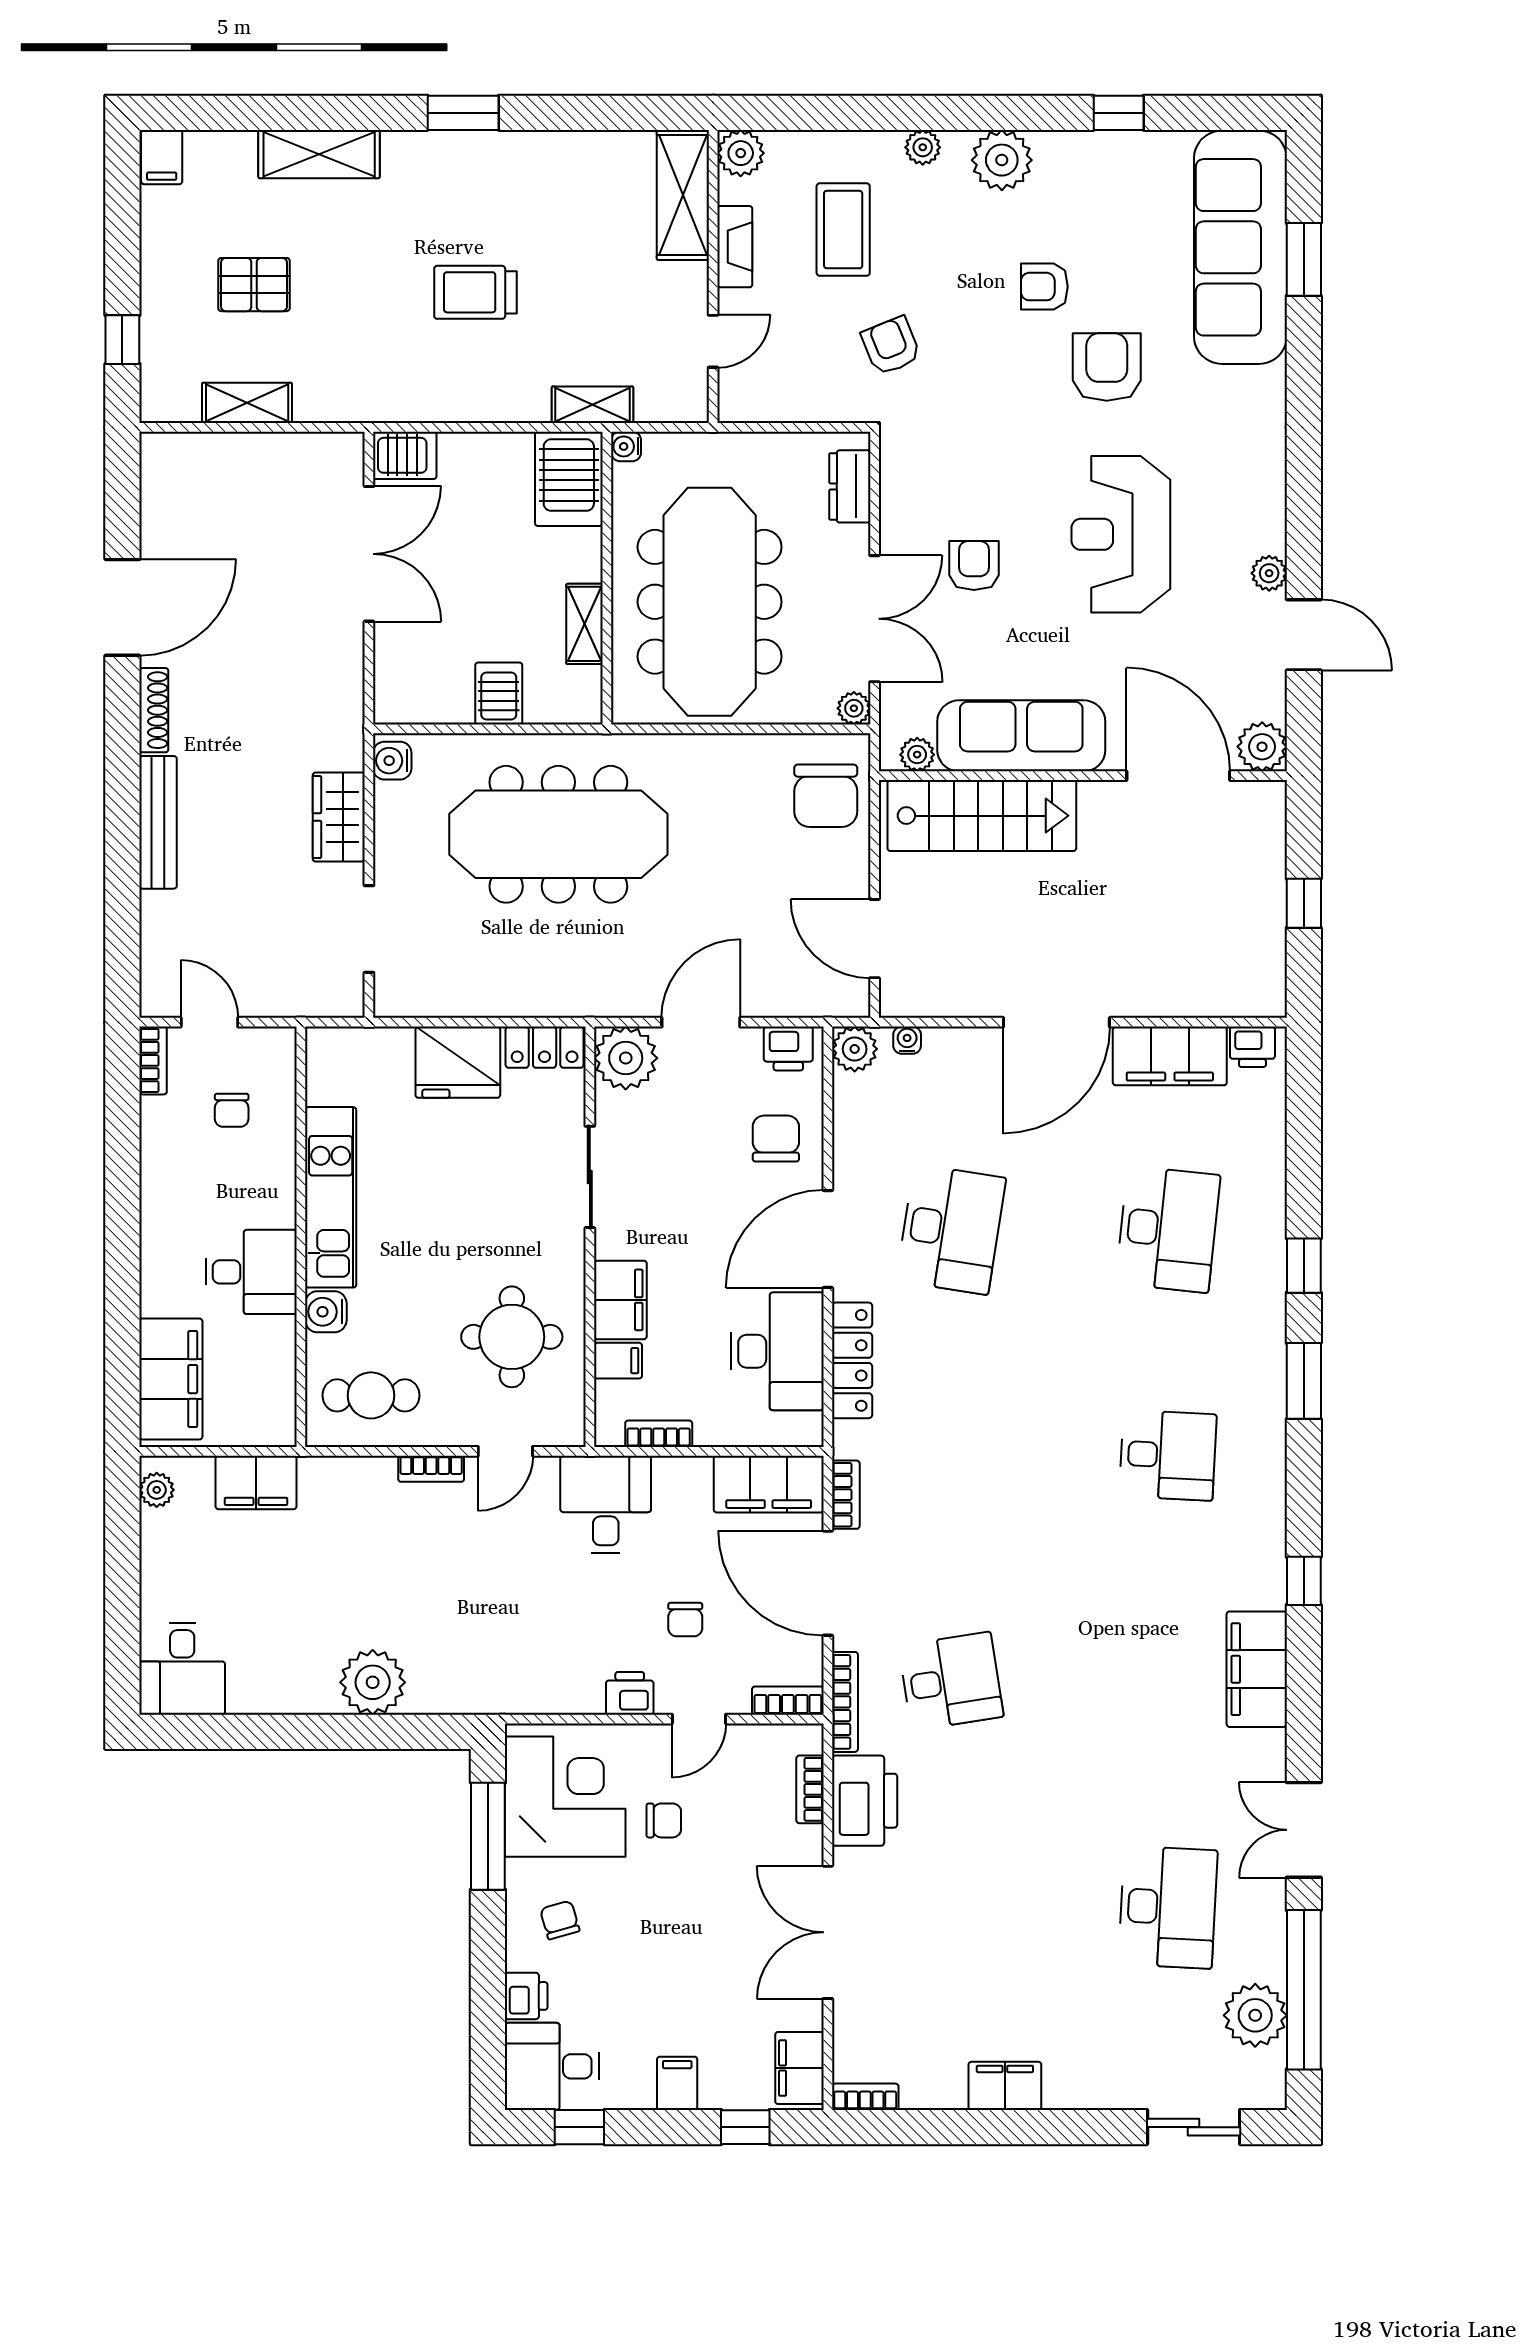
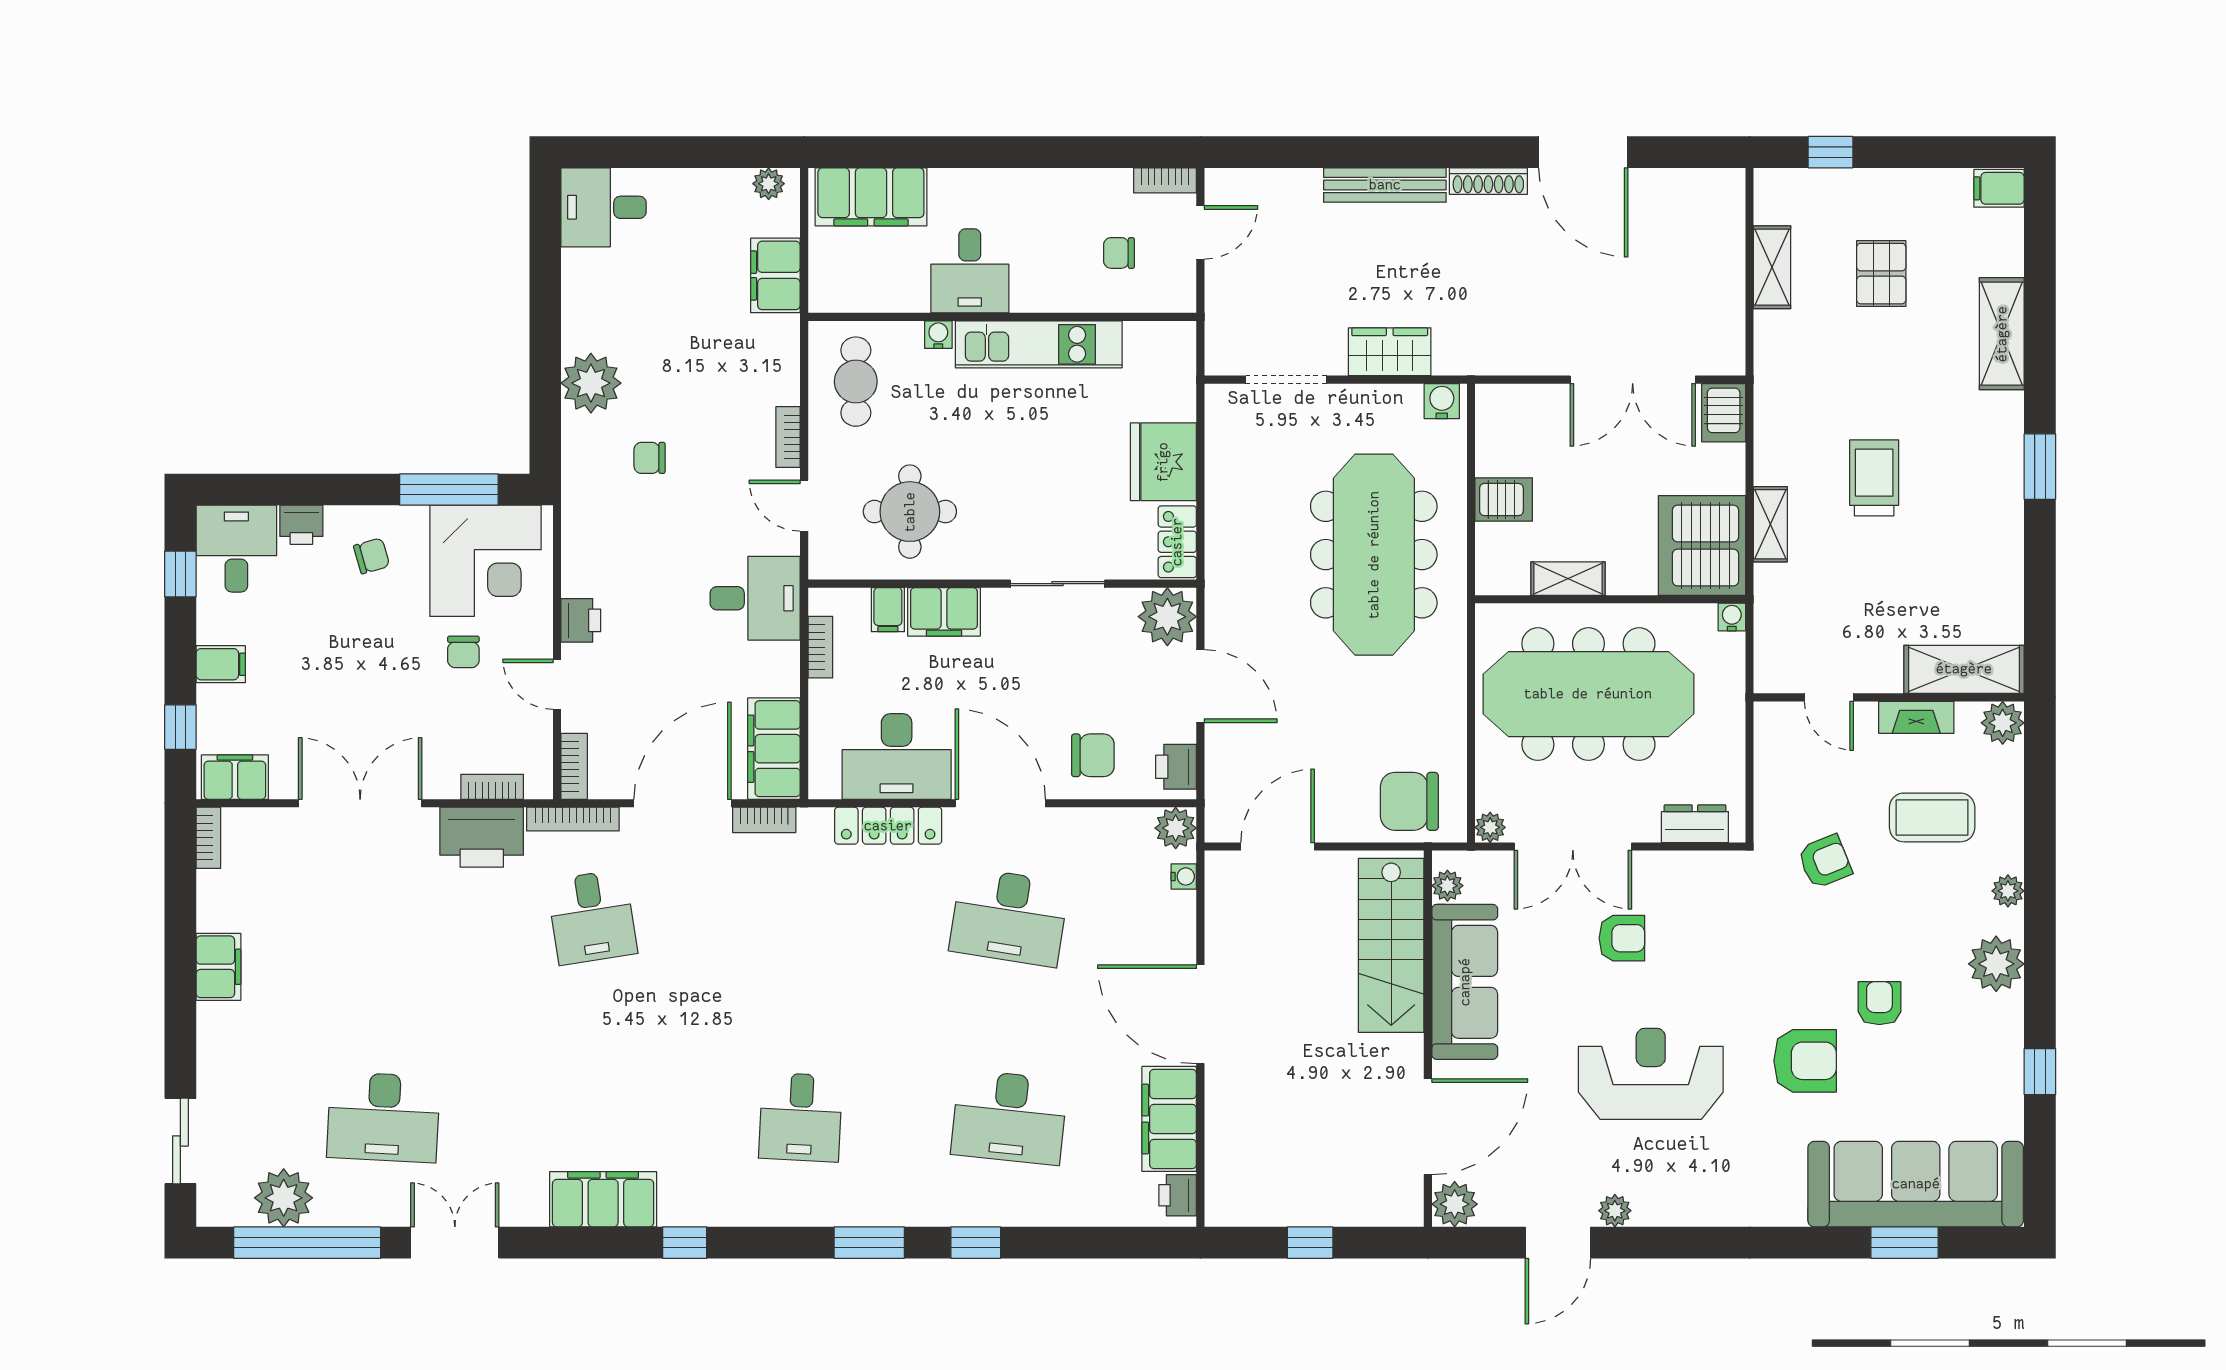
shelving: (593, 405) -> (1770, 524), moved
server rack: (569, 479) -> (1702, 545), width x1.60
water cooler: (326, 1312) -> (938, 335), width x0.72, depth x0.72
chair: (685, 1620) -> (650, 458), moved

